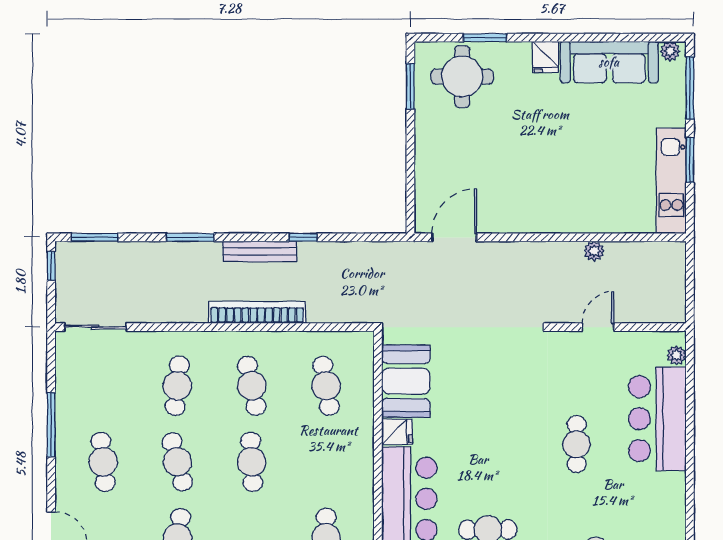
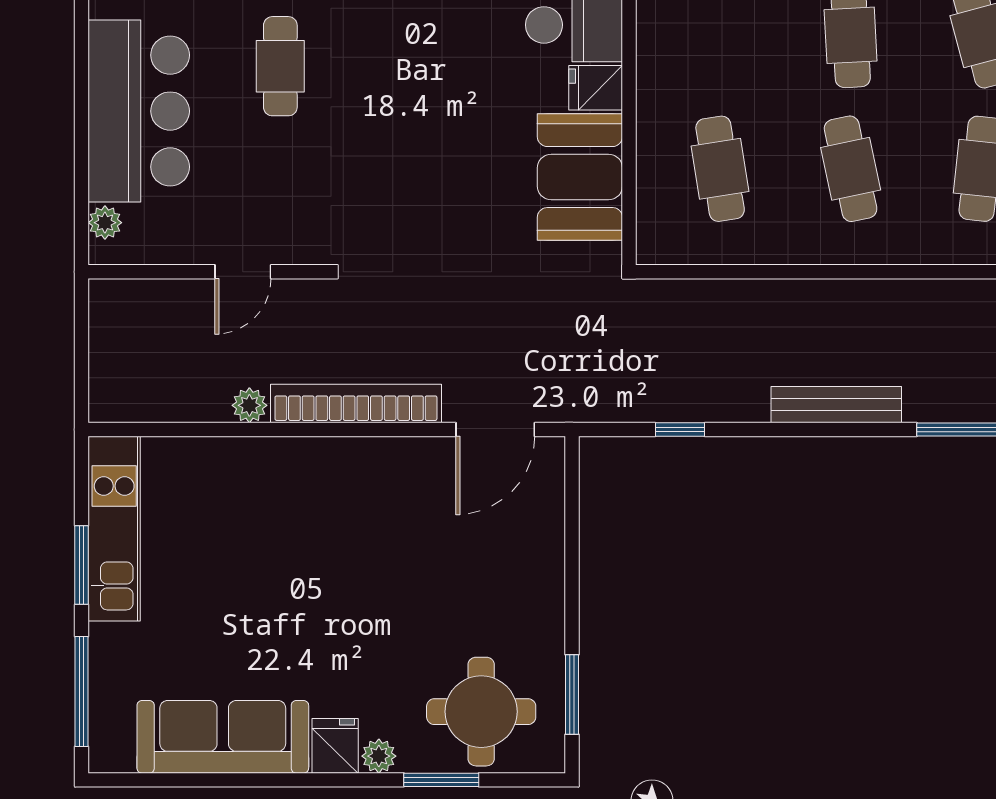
plant: (670, 51) -> (379, 756), moved
window: (303, 237) -> (680, 429), moved
bookcase: (257, 312) -> (356, 404), moved, turned 180

